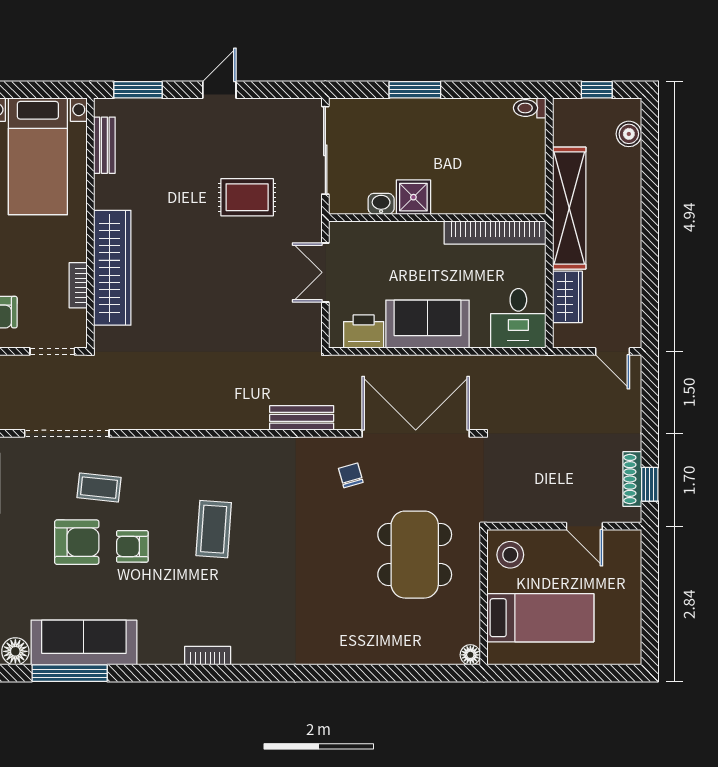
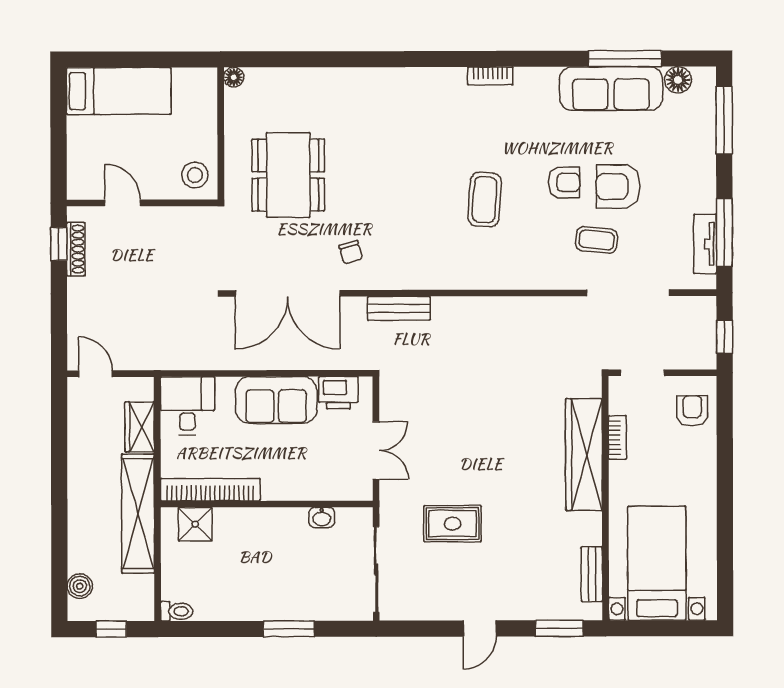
shower: (413, 197) -> (195, 524), moved
bed: (540, 618) -> (119, 91), moved, turned 180

